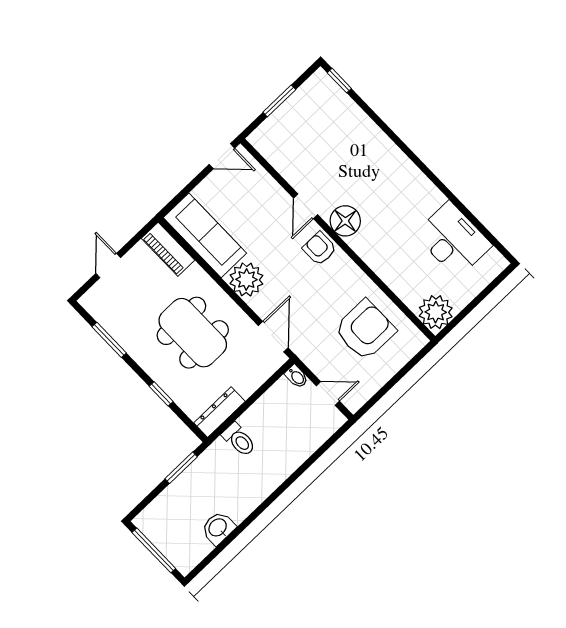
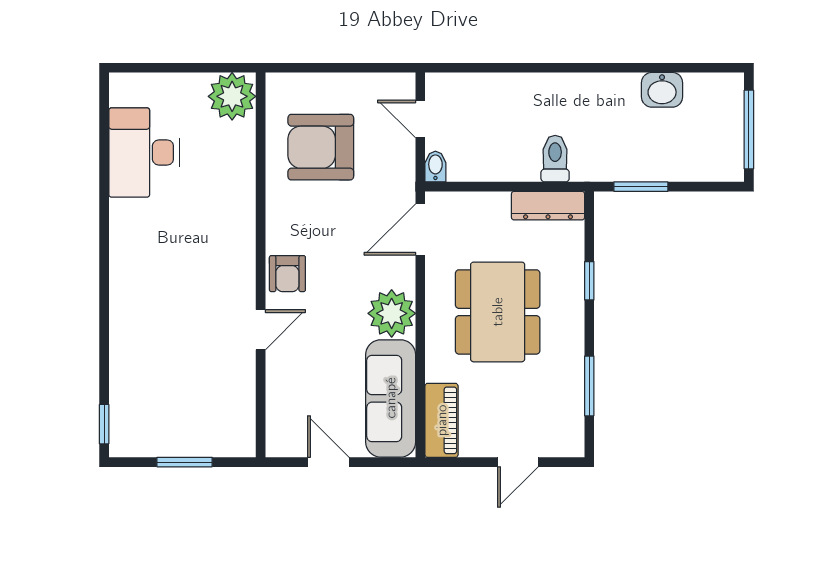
door: (222, 156) -> (328, 462), moved
floor lamp: (345, 221) -> (235, 277), removed

